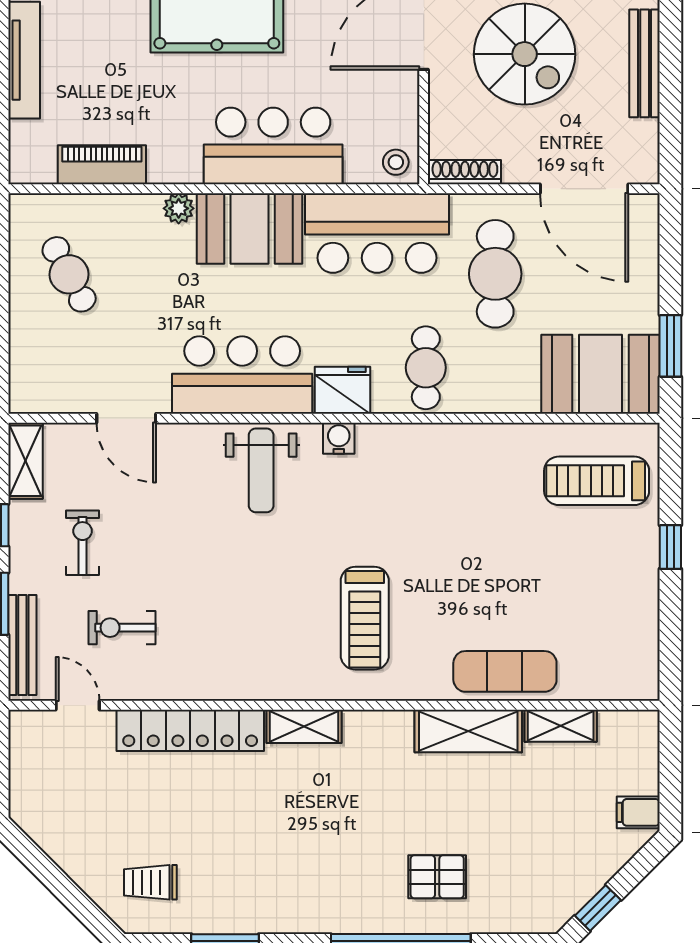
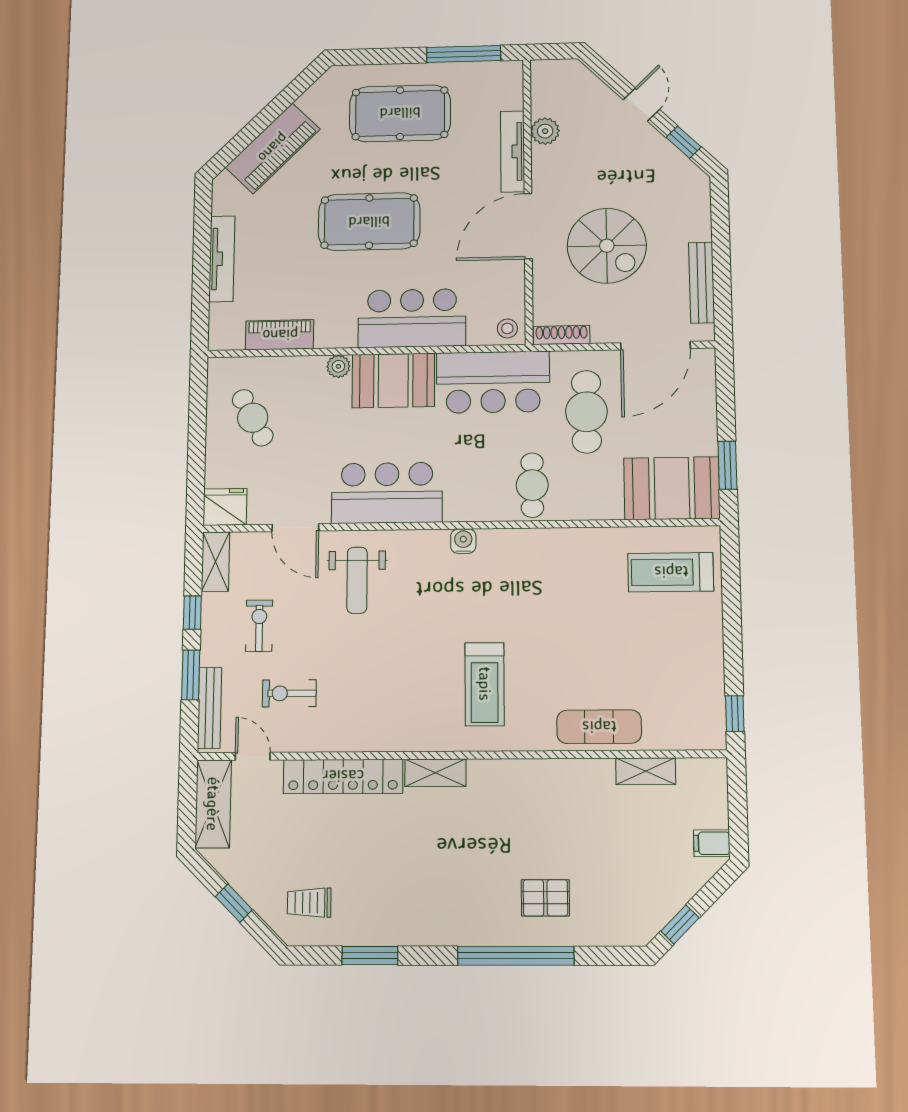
bench: (645, 63) -> (702, 283), moved
door: (584, 189) -> (655, 346), hinge flipped
fridge: (343, 390) -> (225, 507), moved
weight bench: (261, 470) -> (357, 580), moved
window: (670, 547) -> (735, 714), moved
shelving: (468, 731) -> (213, 804), moved, turned 90
window: (58, 883) -> (234, 903), added

